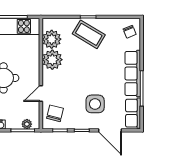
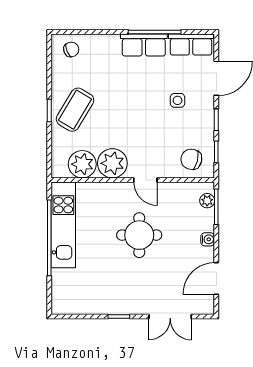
row of seats: (133, 73) -> (144, 45), width x0.68
door: (41, 93) -> (145, 180), moved
side table: (95, 104) -> (178, 100), width x0.54, depth x0.54

